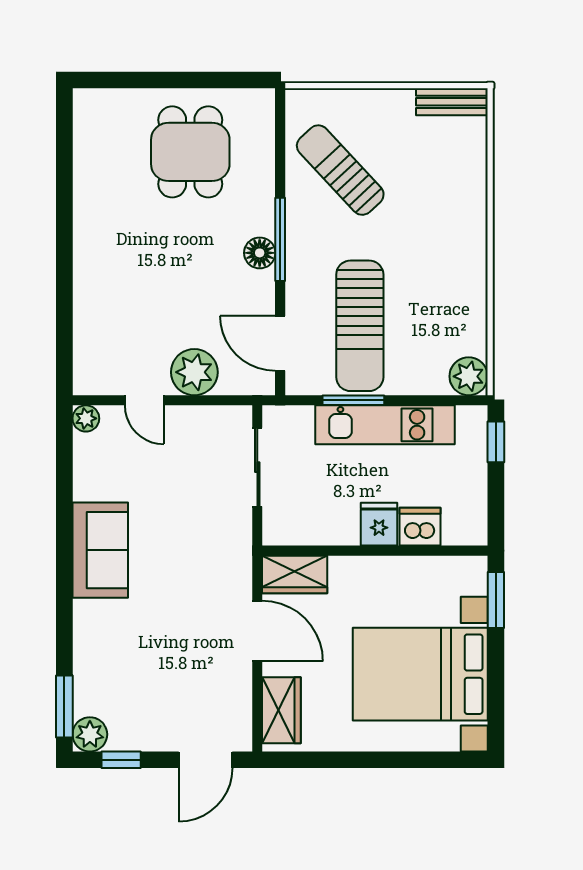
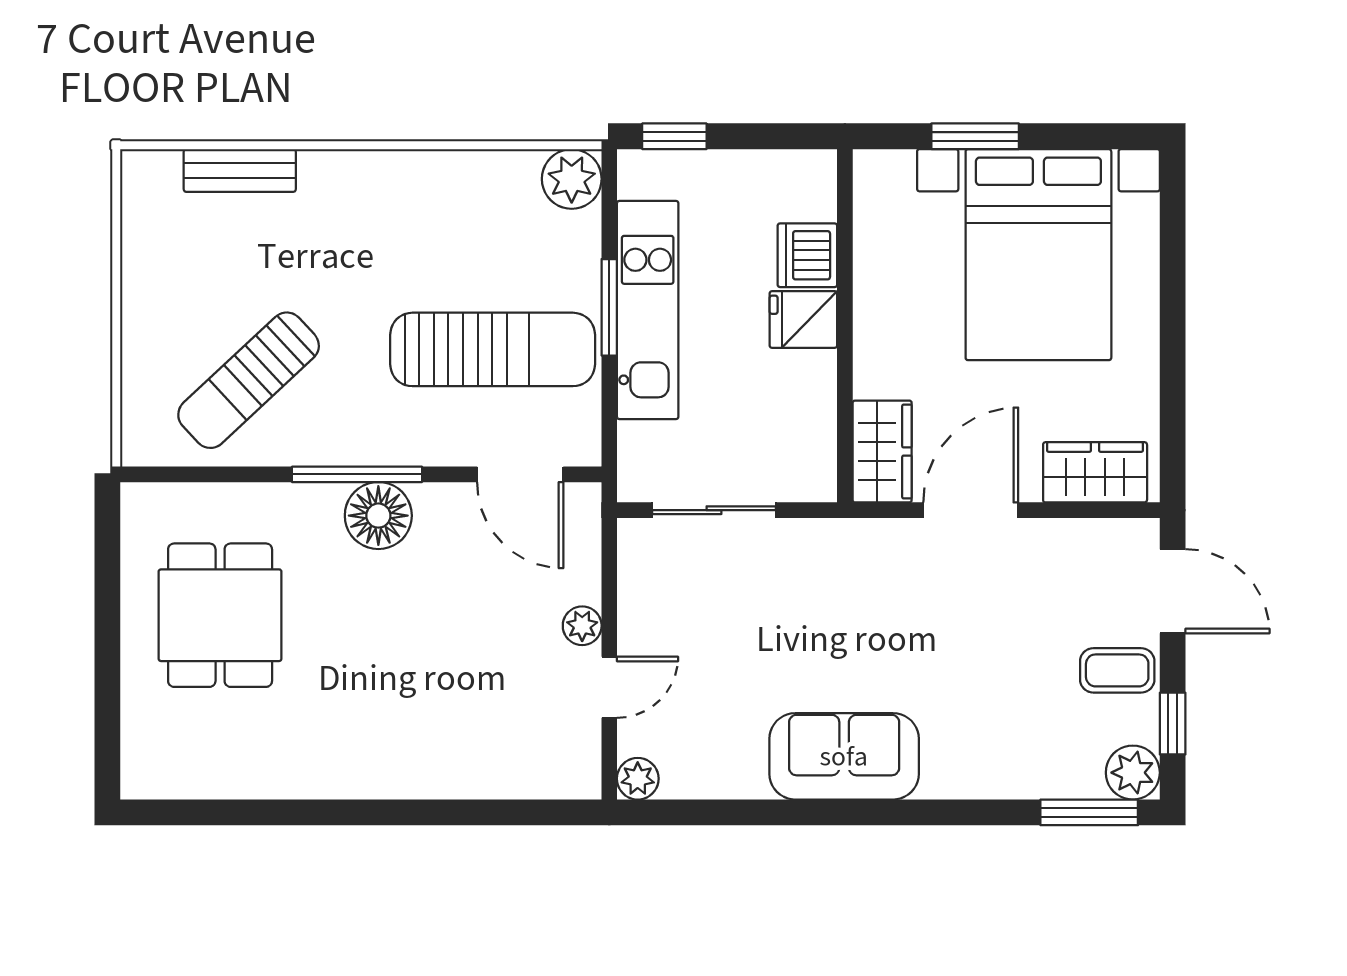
bench: (452, 102) -> (240, 170), moved, turned 90
dining table: (190, 152) -> (220, 615), turned 90
floor lamp: (260, 253) -> (378, 516), width x1.38, depth x1.38
door: (280, 343) -> (520, 474), hinge flipped
plant: (194, 372) -> (582, 626), width x0.53, depth x0.53
window: (353, 400) -> (609, 307), moved
window: (496, 600) -> (975, 136), moved
coffee table: (155, 724) -> (1117, 670), added

